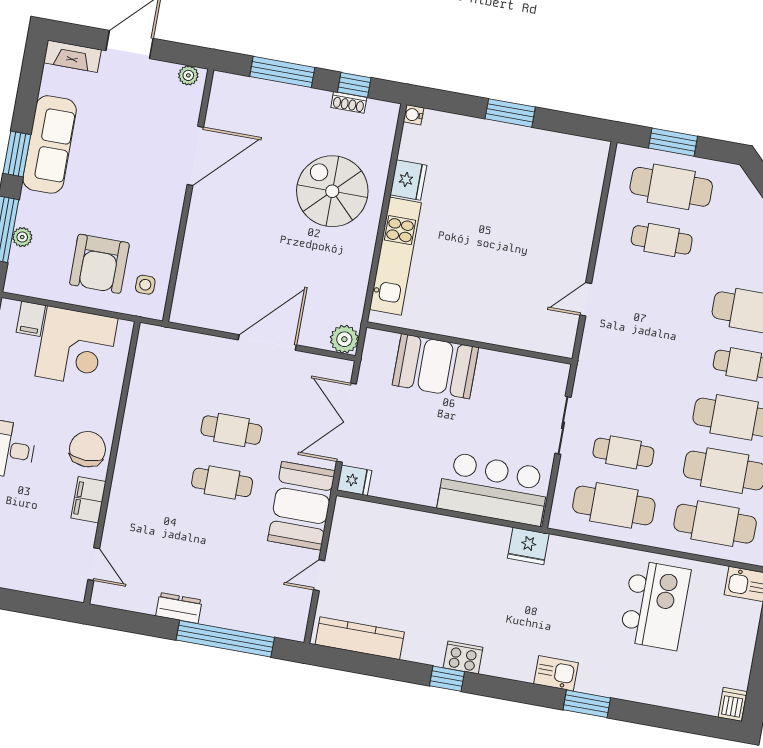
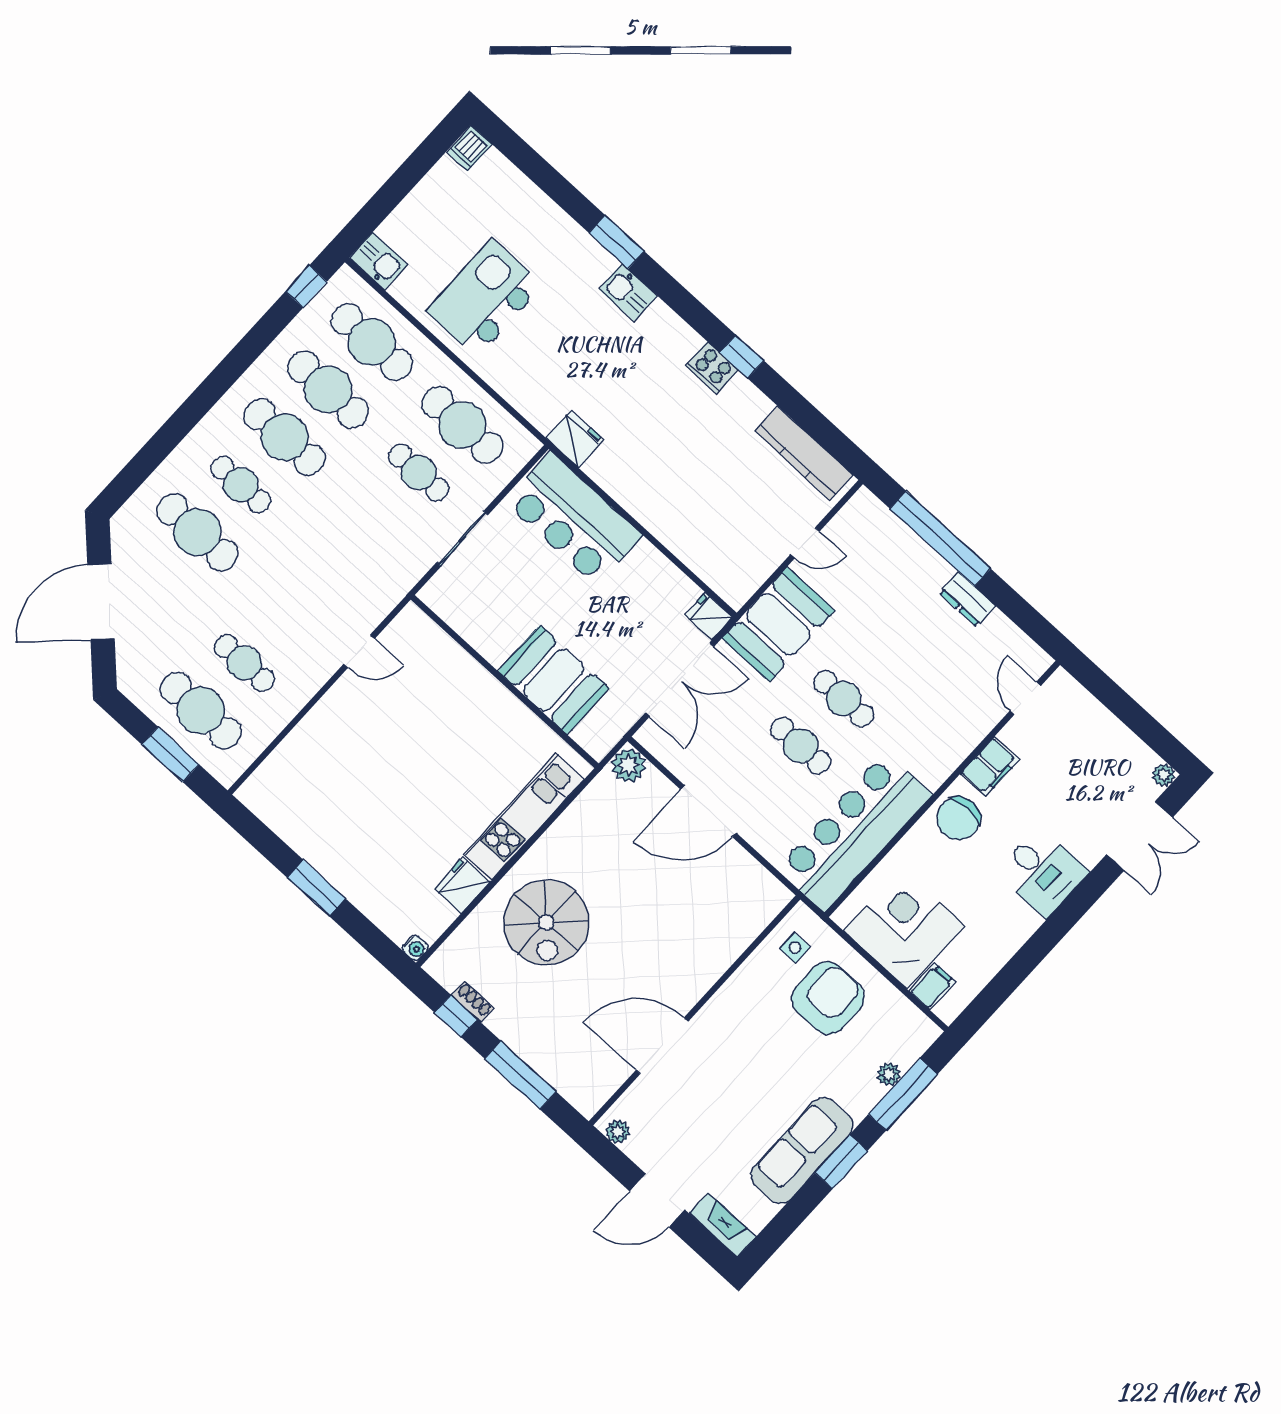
bar counter: (155, 393) -> (854, 832), added

